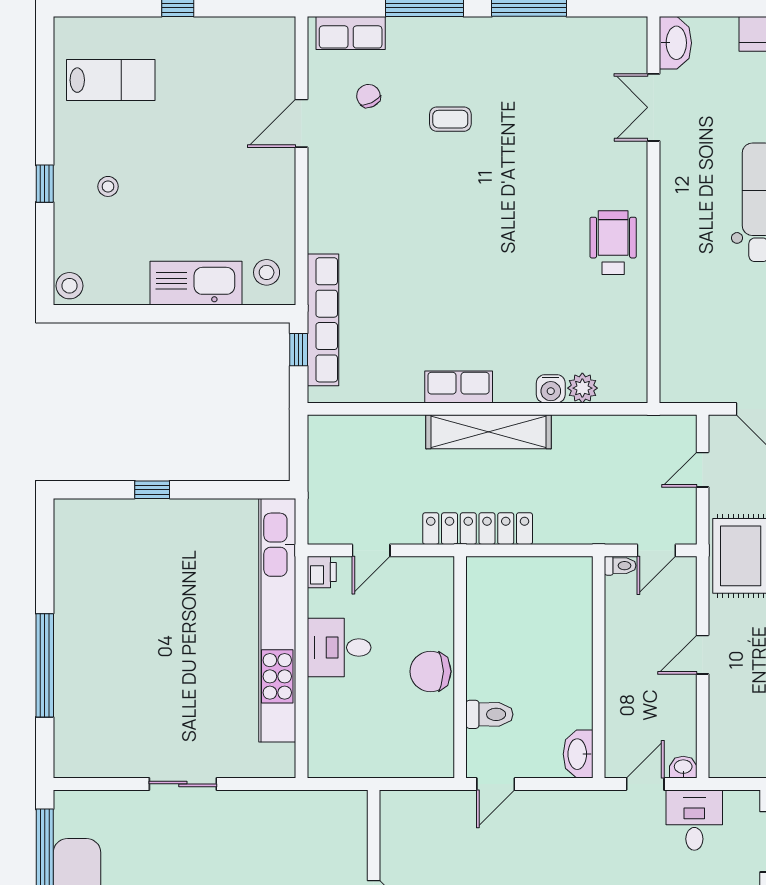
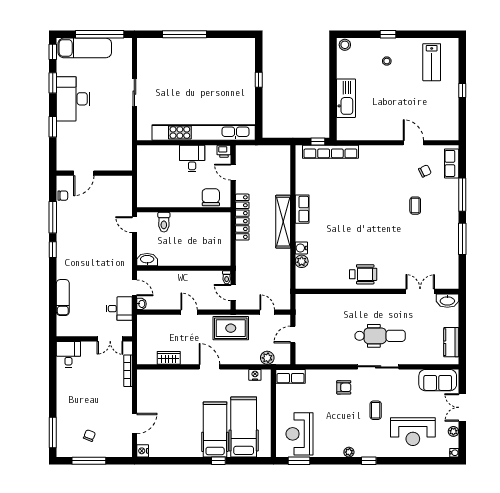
stool: (267, 272) -> (350, 128), removed
chair: (431, 671) -> (211, 197), moved

